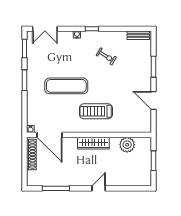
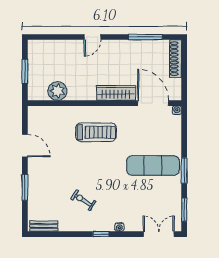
exercise mat: (66, 86) -> (153, 165), moved
wardrobe: (93, 143) -> (116, 93), moved
shoe rack: (31, 155) -> (176, 59), moved

